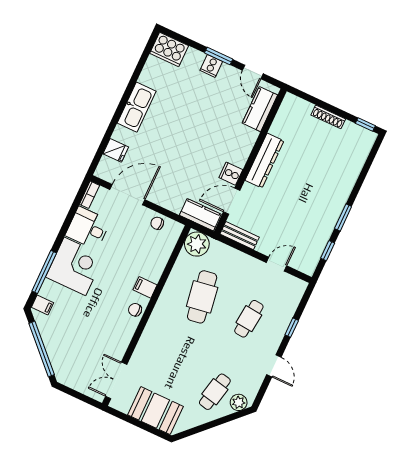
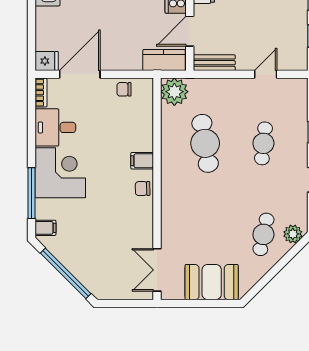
fridge: (116, 150) -> (47, 61), moved

